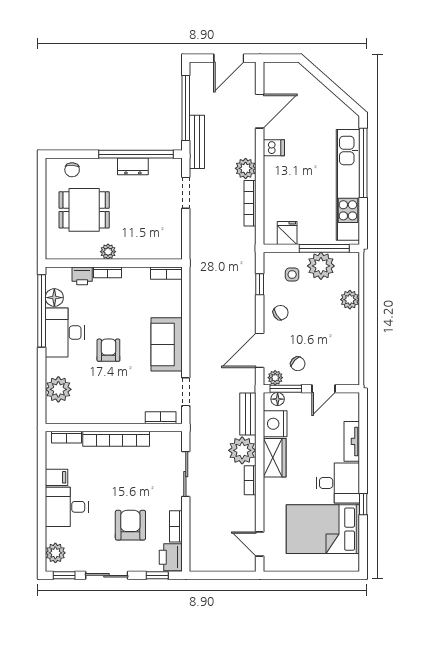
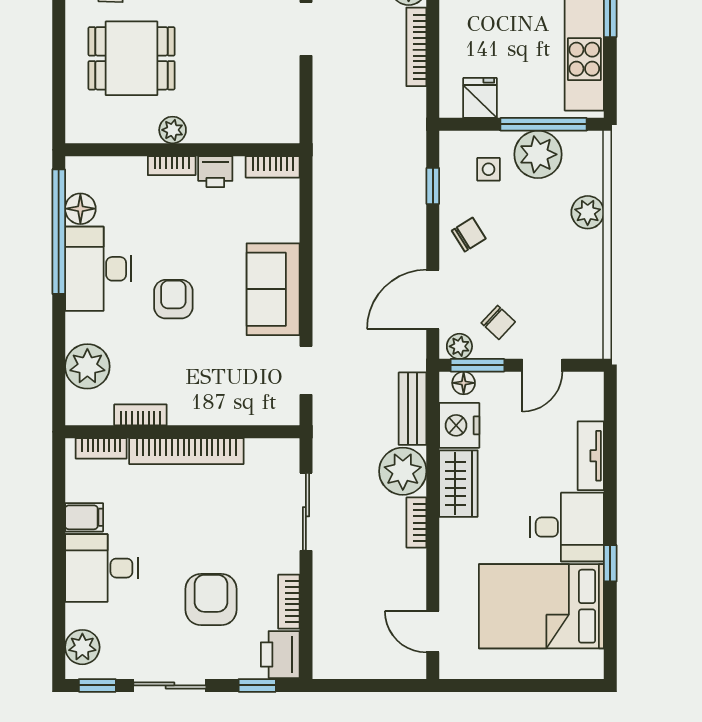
printer: (82, 276) -> (215, 172), moved
bookcase: (161, 418) -> (140, 415), moved

